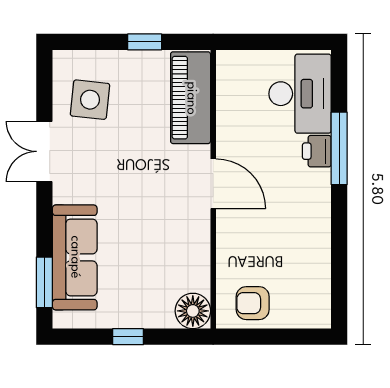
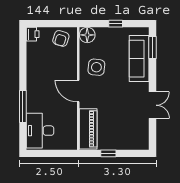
side table: (90, 100) -> (96, 67), moved
printer: (317, 151) -> (33, 34), moved
armchair: (253, 303) -> (61, 38), turned 107

